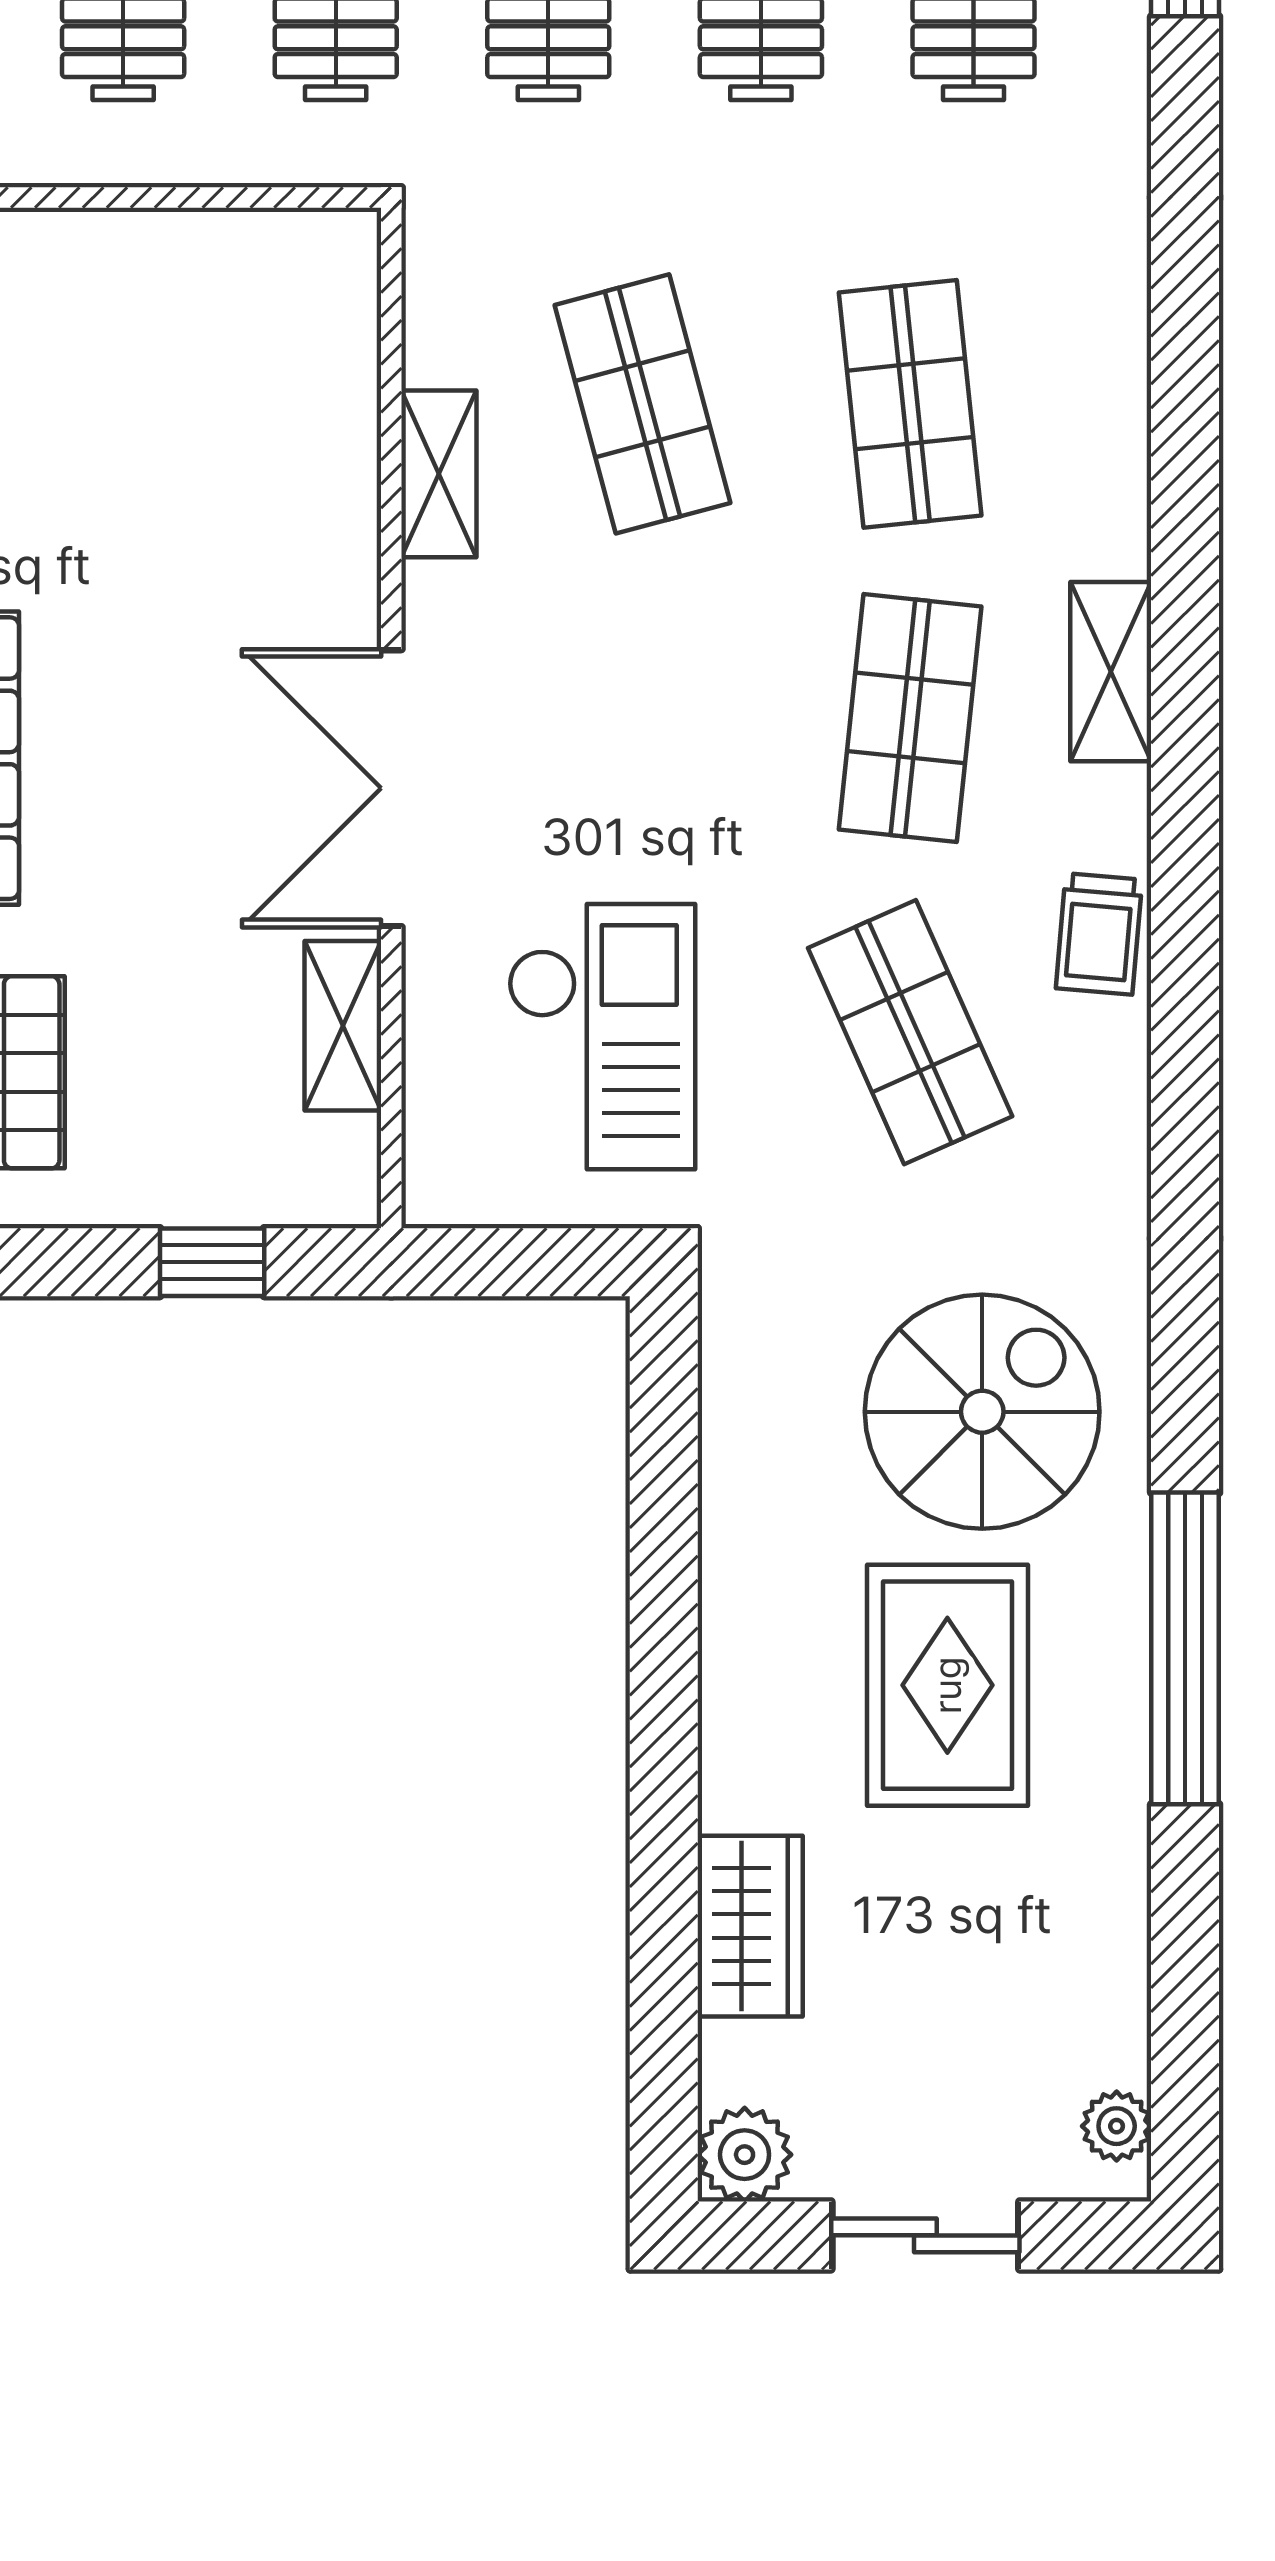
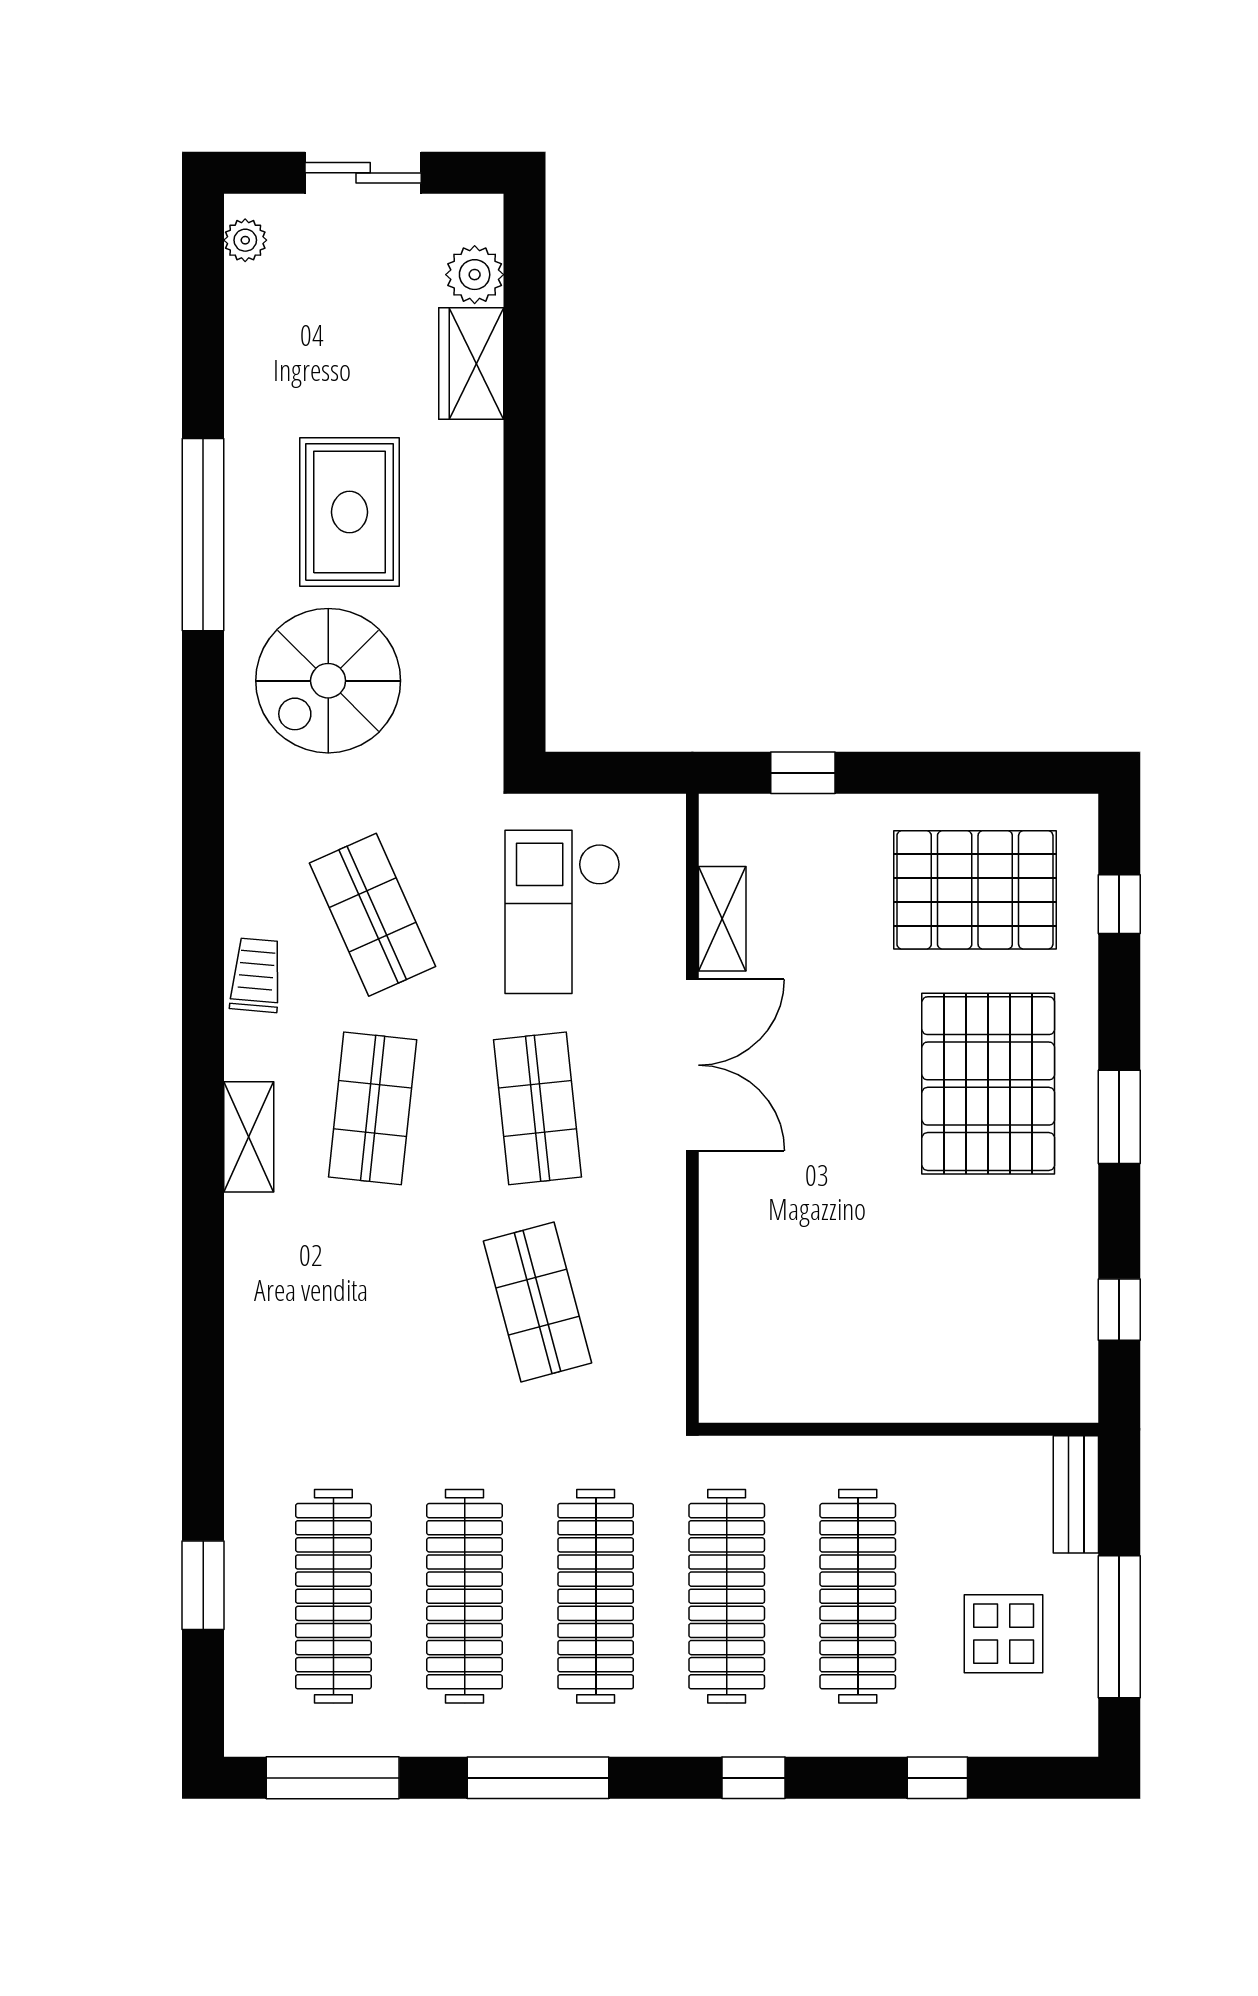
shop shelf: (910, 404) -> (538, 1108), moved
shelving: (439, 474) -> (663, 1259), removed
plant: (745, 2155) -> (475, 275), moved

